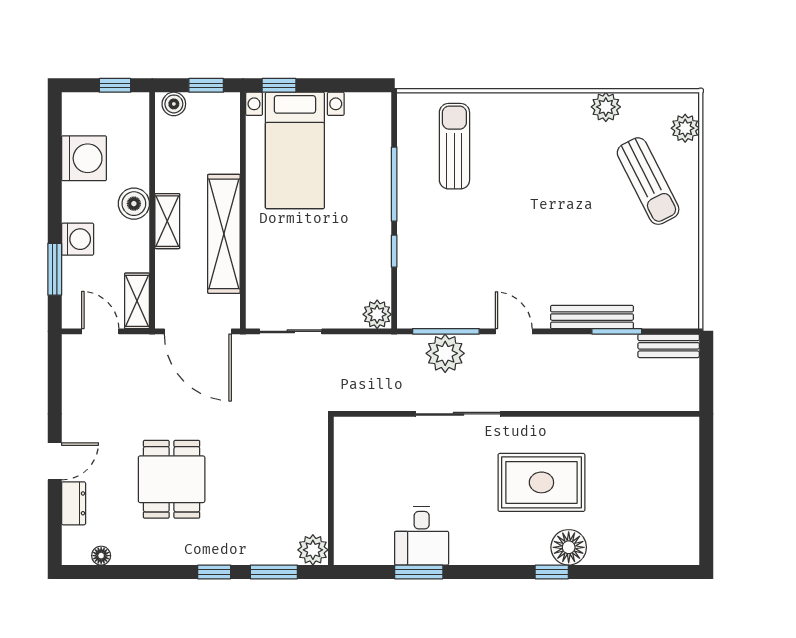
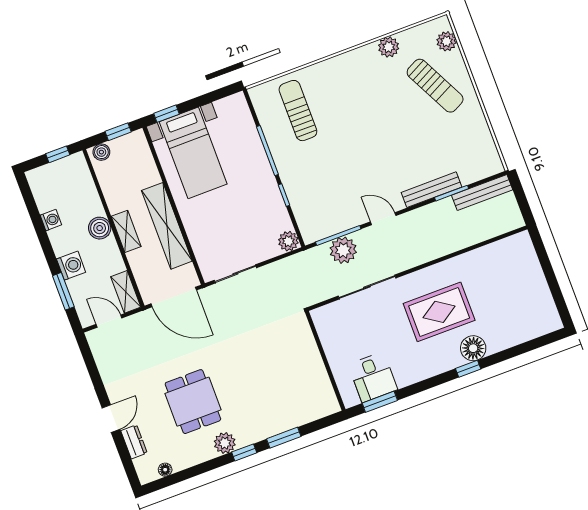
washing machine: (84, 158) -> (51, 220), width x0.53, depth x0.53
bench: (669, 346) -> (482, 193), width x1.36
wall: (331, 491) -> (325, 361), moved
plant: (313, 550) -> (225, 443), moved

